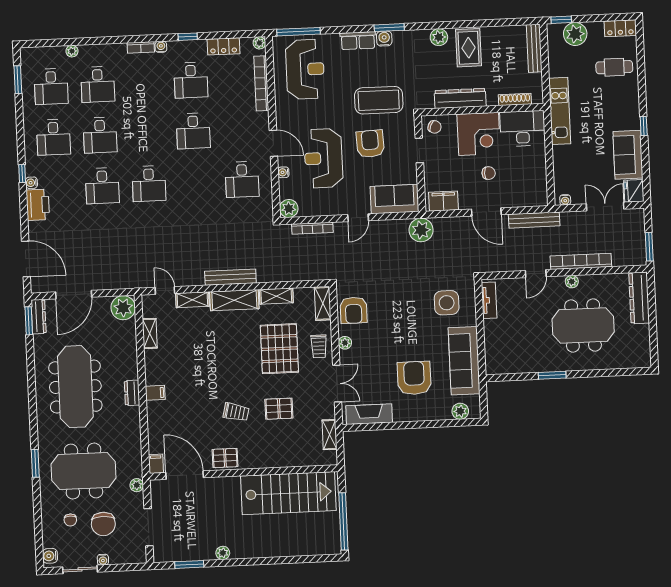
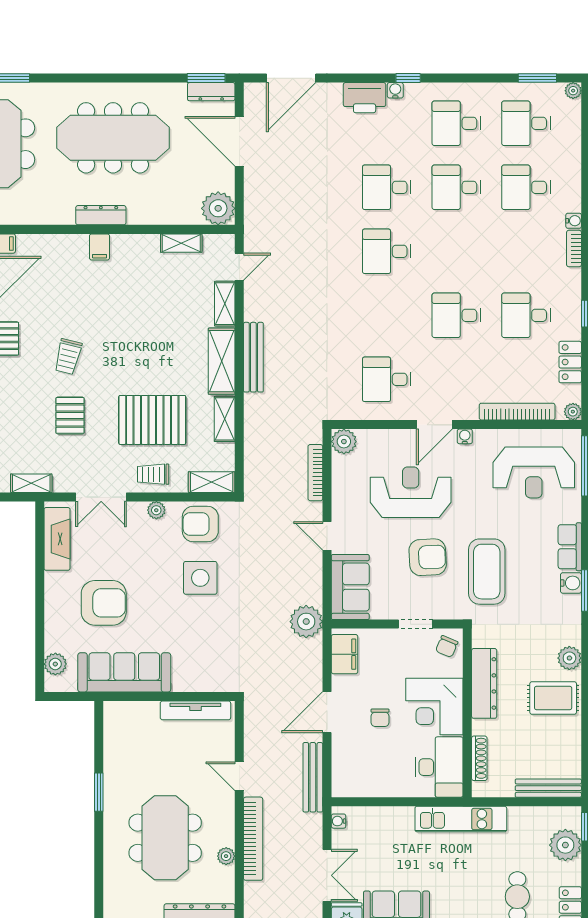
water cooler: (161, 47) -> (574, 221), moved
plant: (72, 51) -> (573, 91), moved
water cooler: (283, 172) -> (465, 436), moved
plant: (572, 282) -> (226, 856), moved
tv unit: (489, 300) -> (195, 710), width x1.41
side table: (447, 303) -> (200, 578), moved
dresser: (132, 393) -> (101, 215), width x1.44

